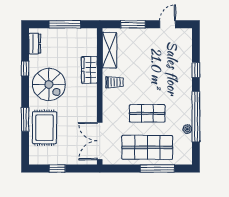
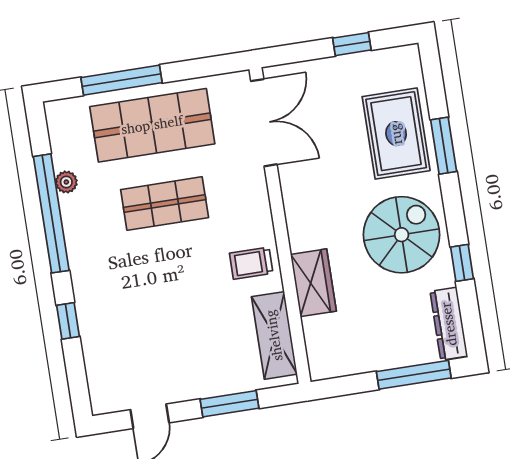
window: (65, 24) -> (414, 375), moved
dresser: (35, 44) -> (449, 324), width x1.44
spiral stairs: (49, 84) -> (402, 235), turned 90

